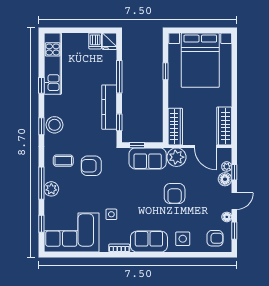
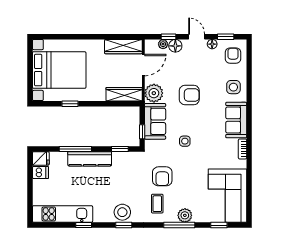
kitchen counter: (109, 107) -> (90, 159), moved
side table: (111, 214) -> (185, 141), moved

